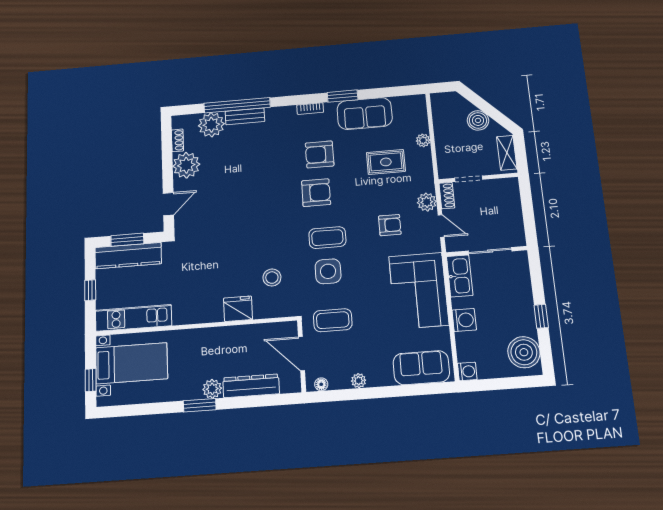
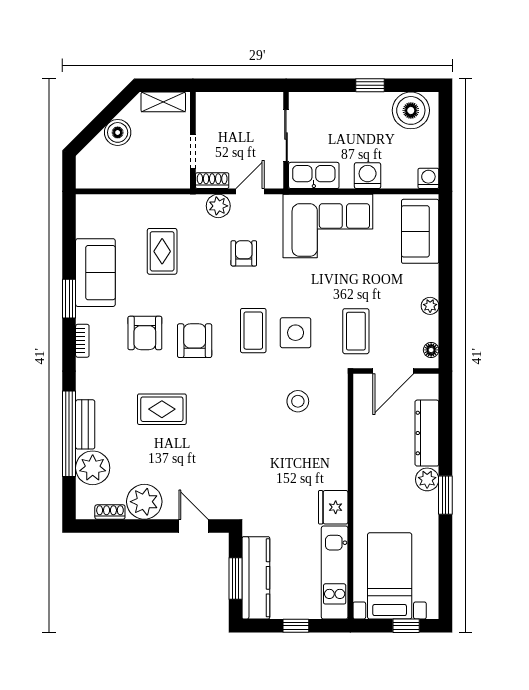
plant: (423, 140) -> (138, 203), removed
rug: (260, 172) -> (162, 409), added
fridge: (238, 309) -> (333, 507), moved

